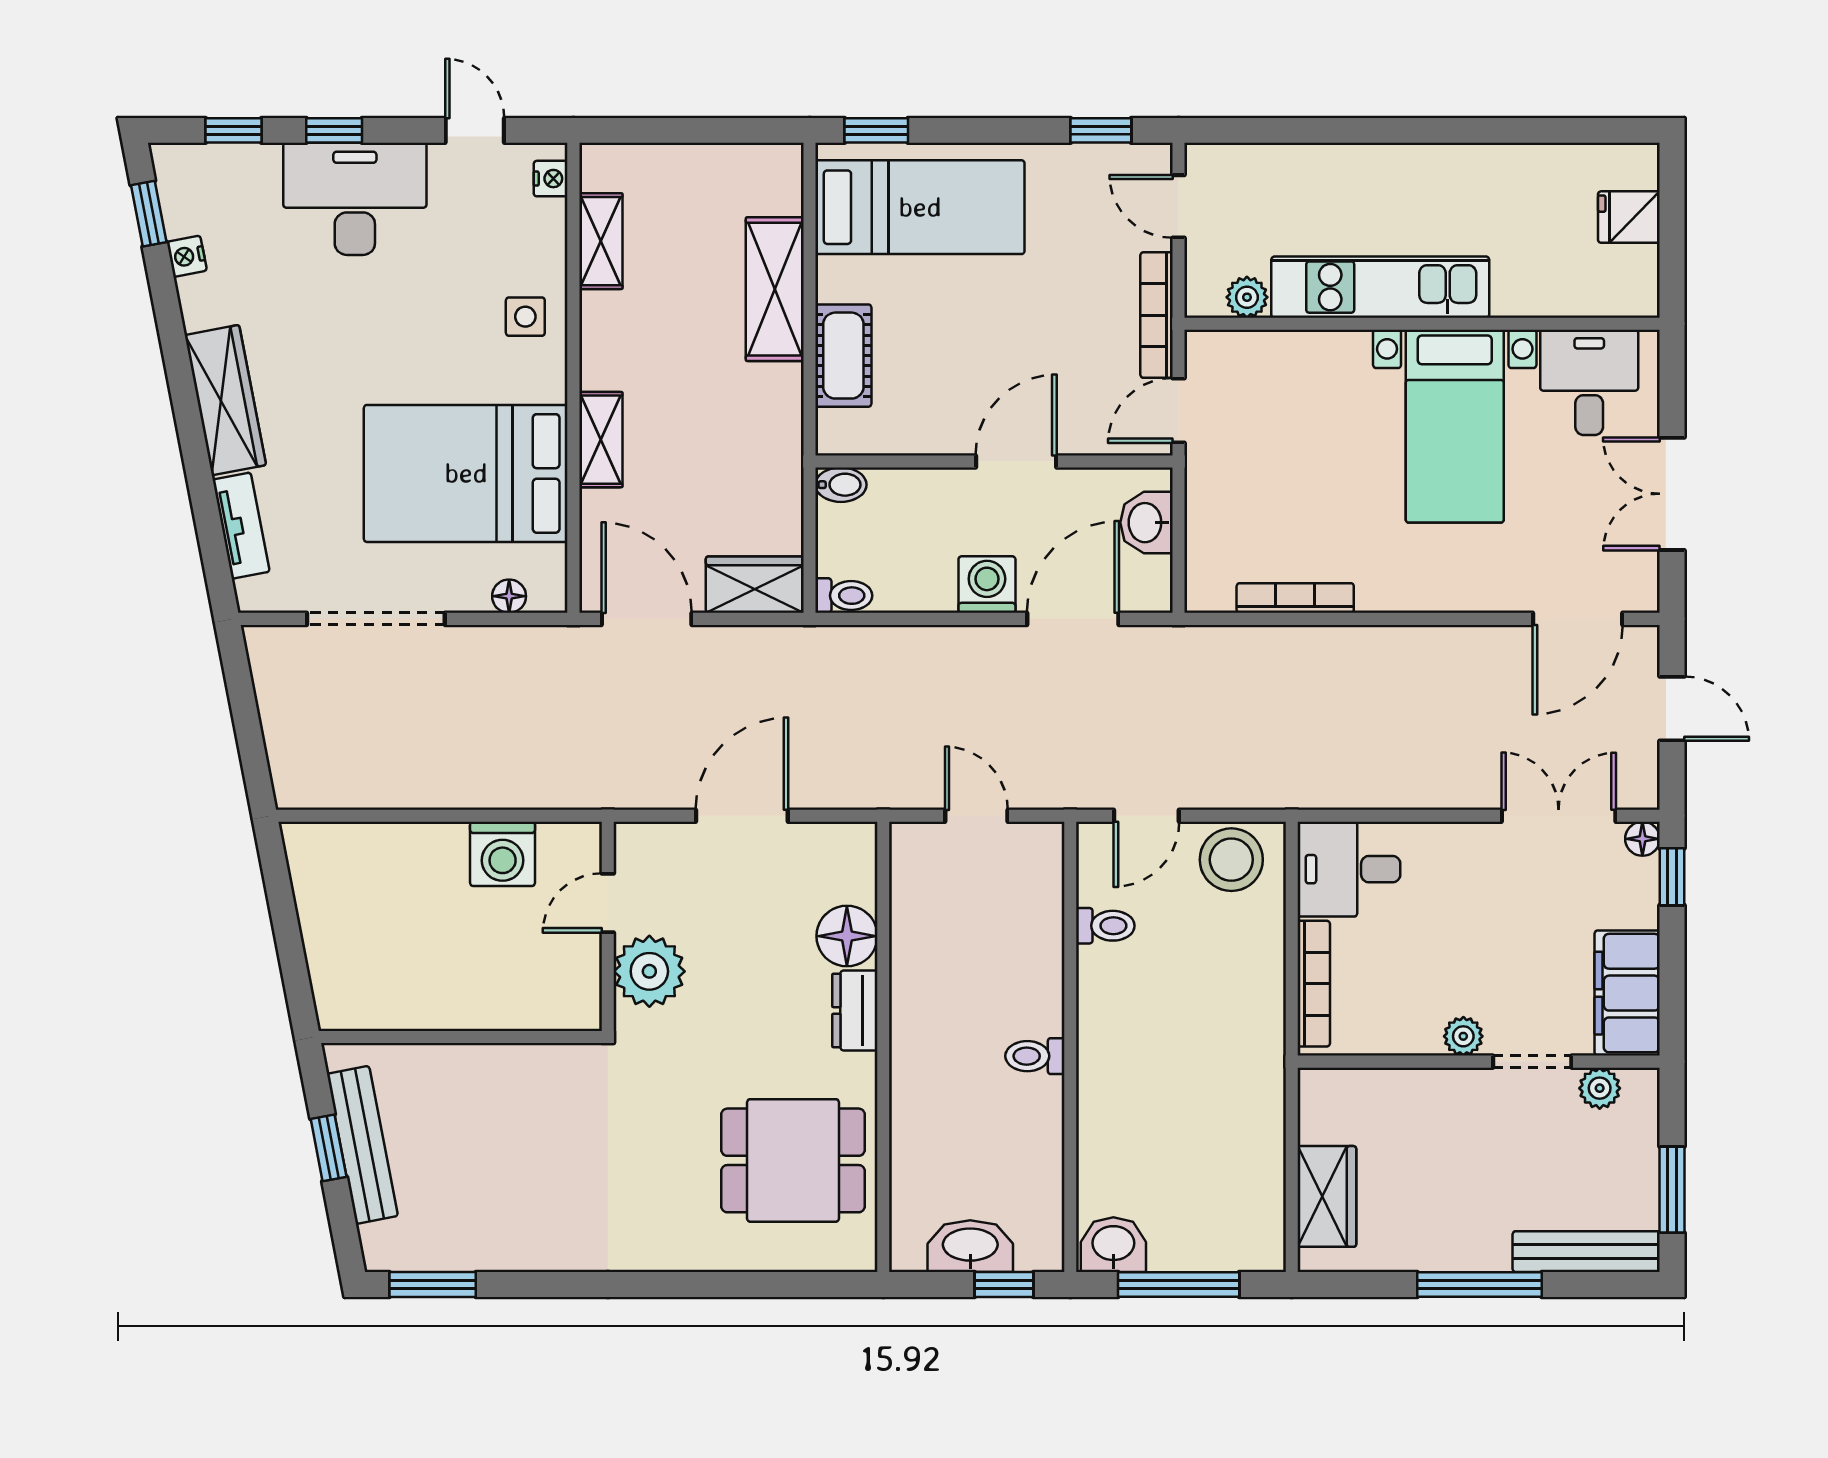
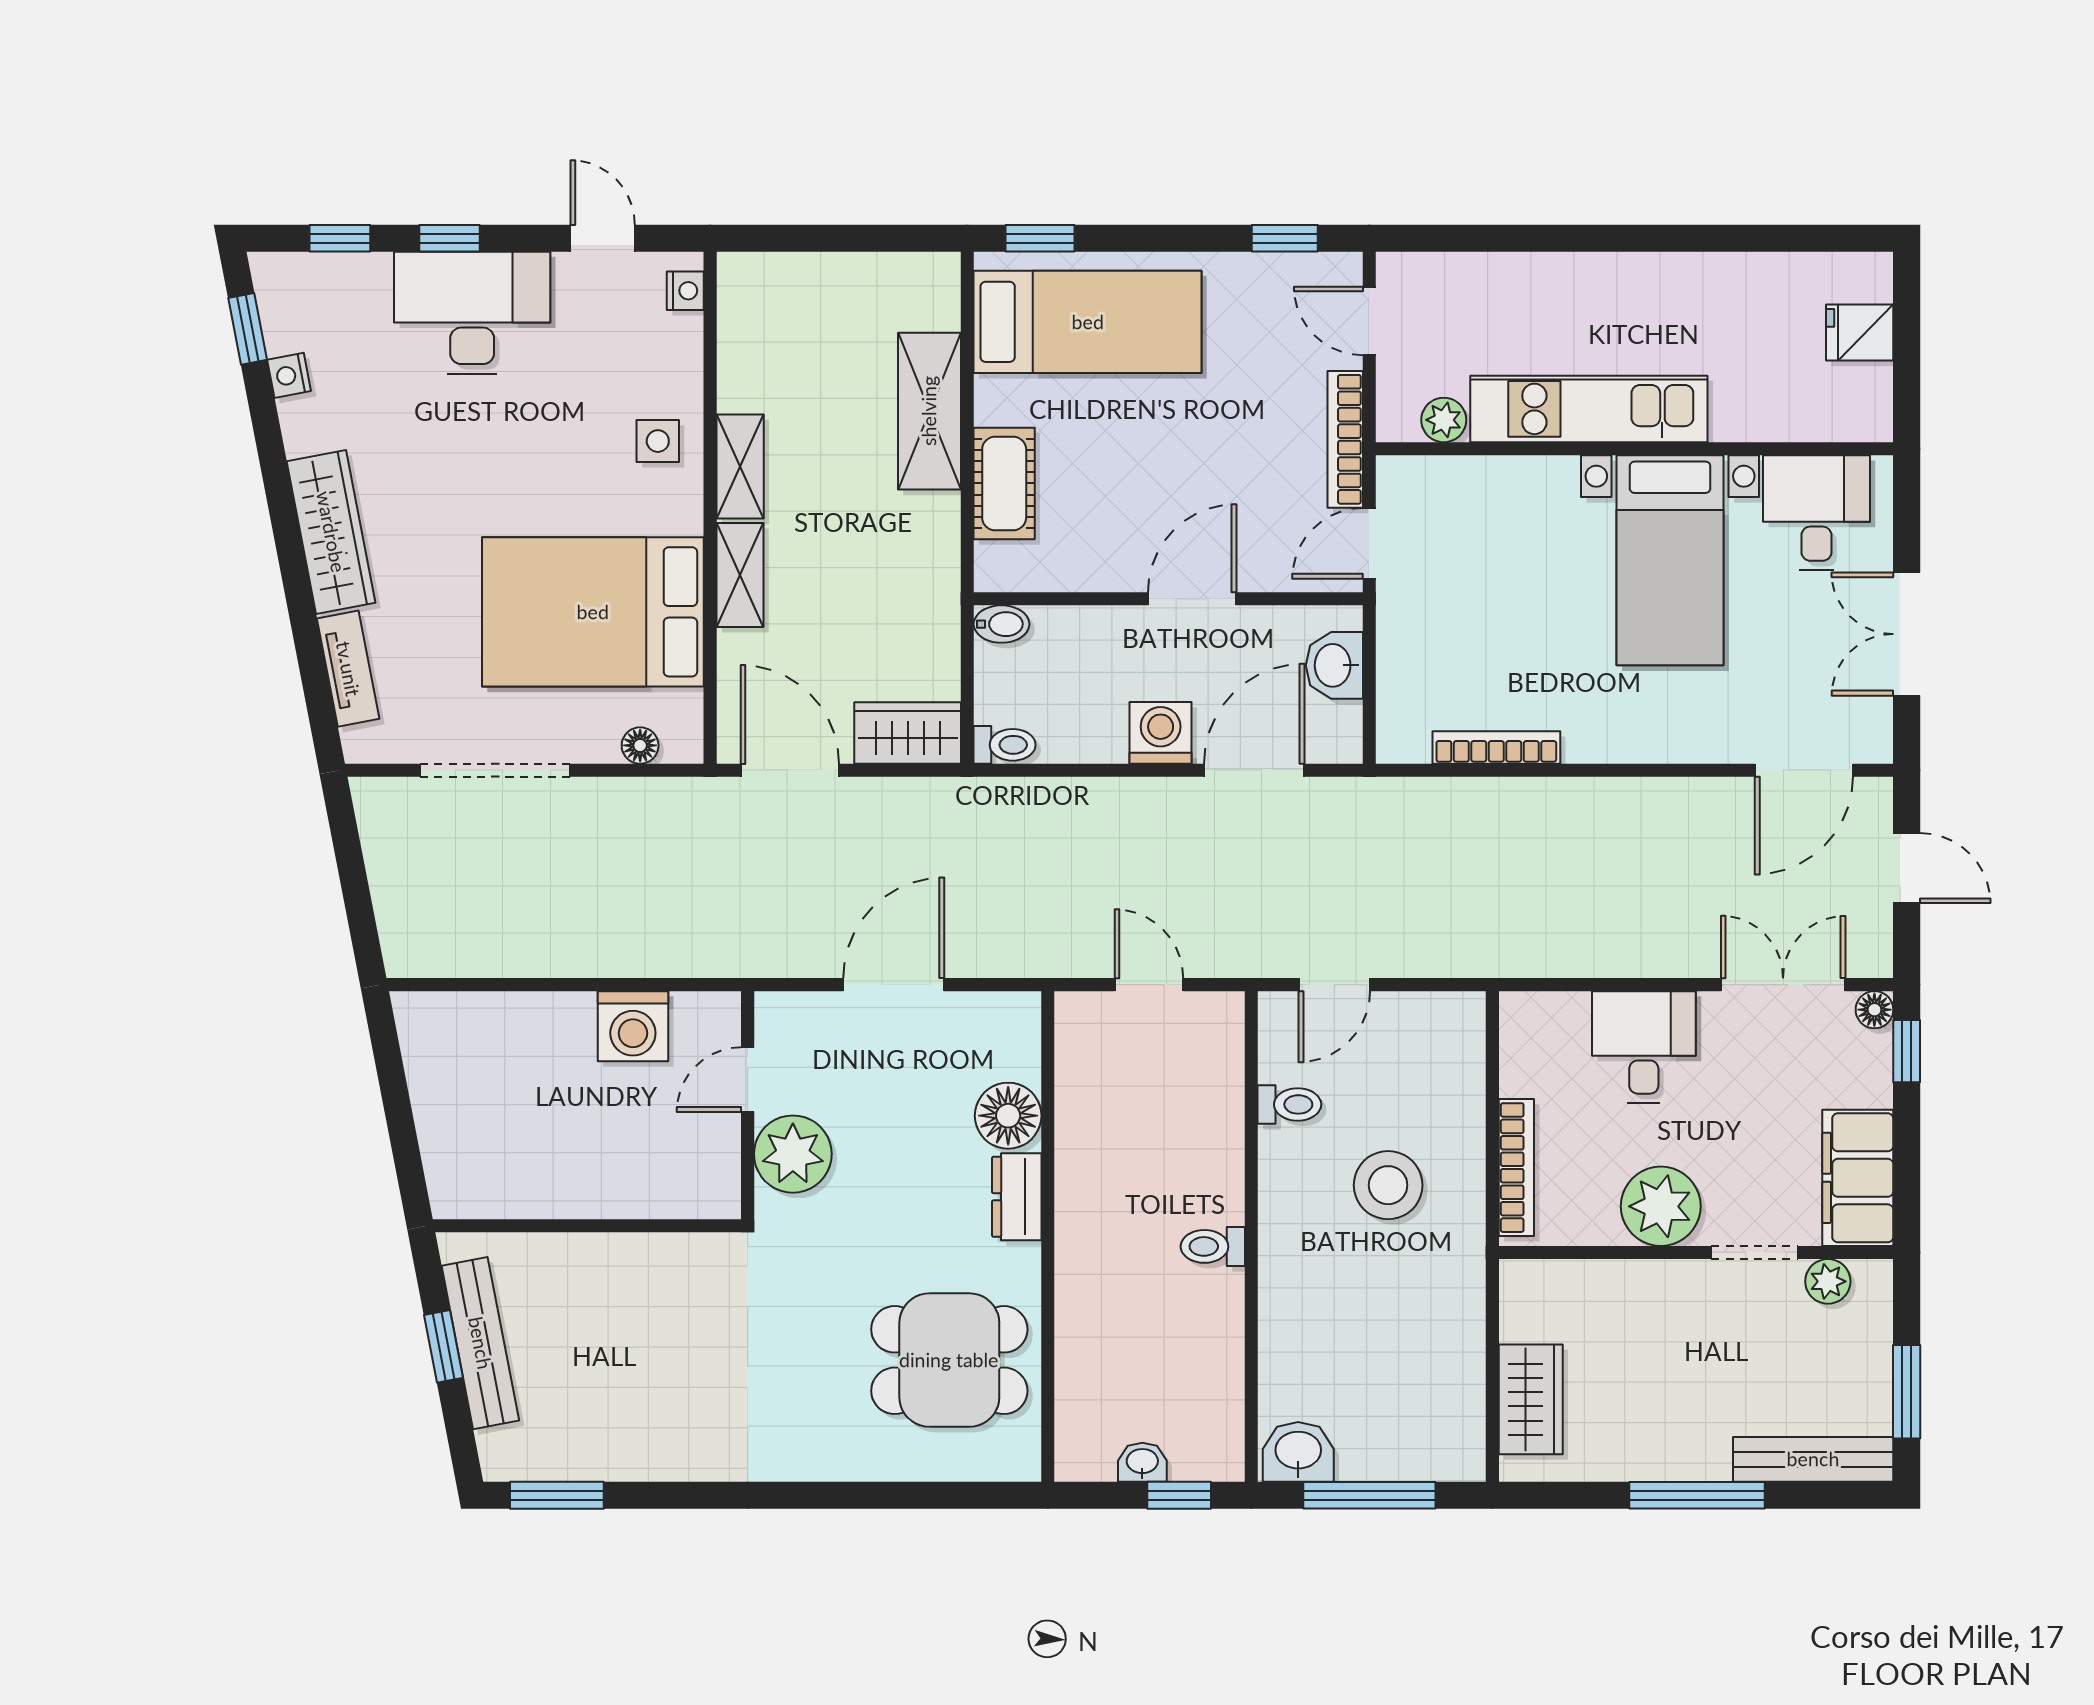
shelving: (601, 241) -> (740, 467), moved
stool: (1231, 860) -> (1388, 1185), moved
desk: (1349, 869) -> (1644, 1047), moved, turned 90
plant: (1463, 1036) -> (1661, 1206), width x1.88, depth x1.88
washbasin: (970, 1246) -> (1142, 1462), width x0.52, depth x0.69

